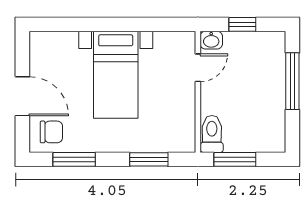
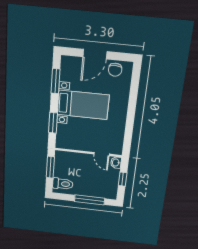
bed with nightstands: (116, 75) -> (83, 105), moved, turned 180
chair: (51, 132) -> (115, 70), moved
toilet: (212, 134) -> (63, 184), moved

